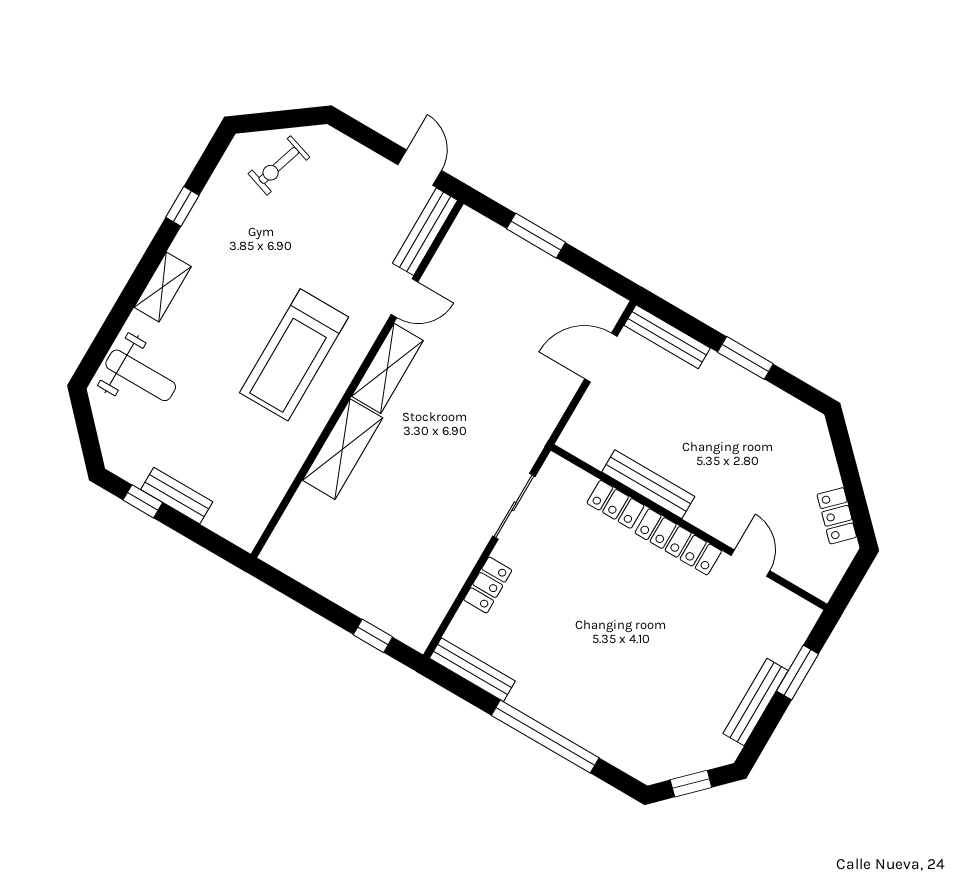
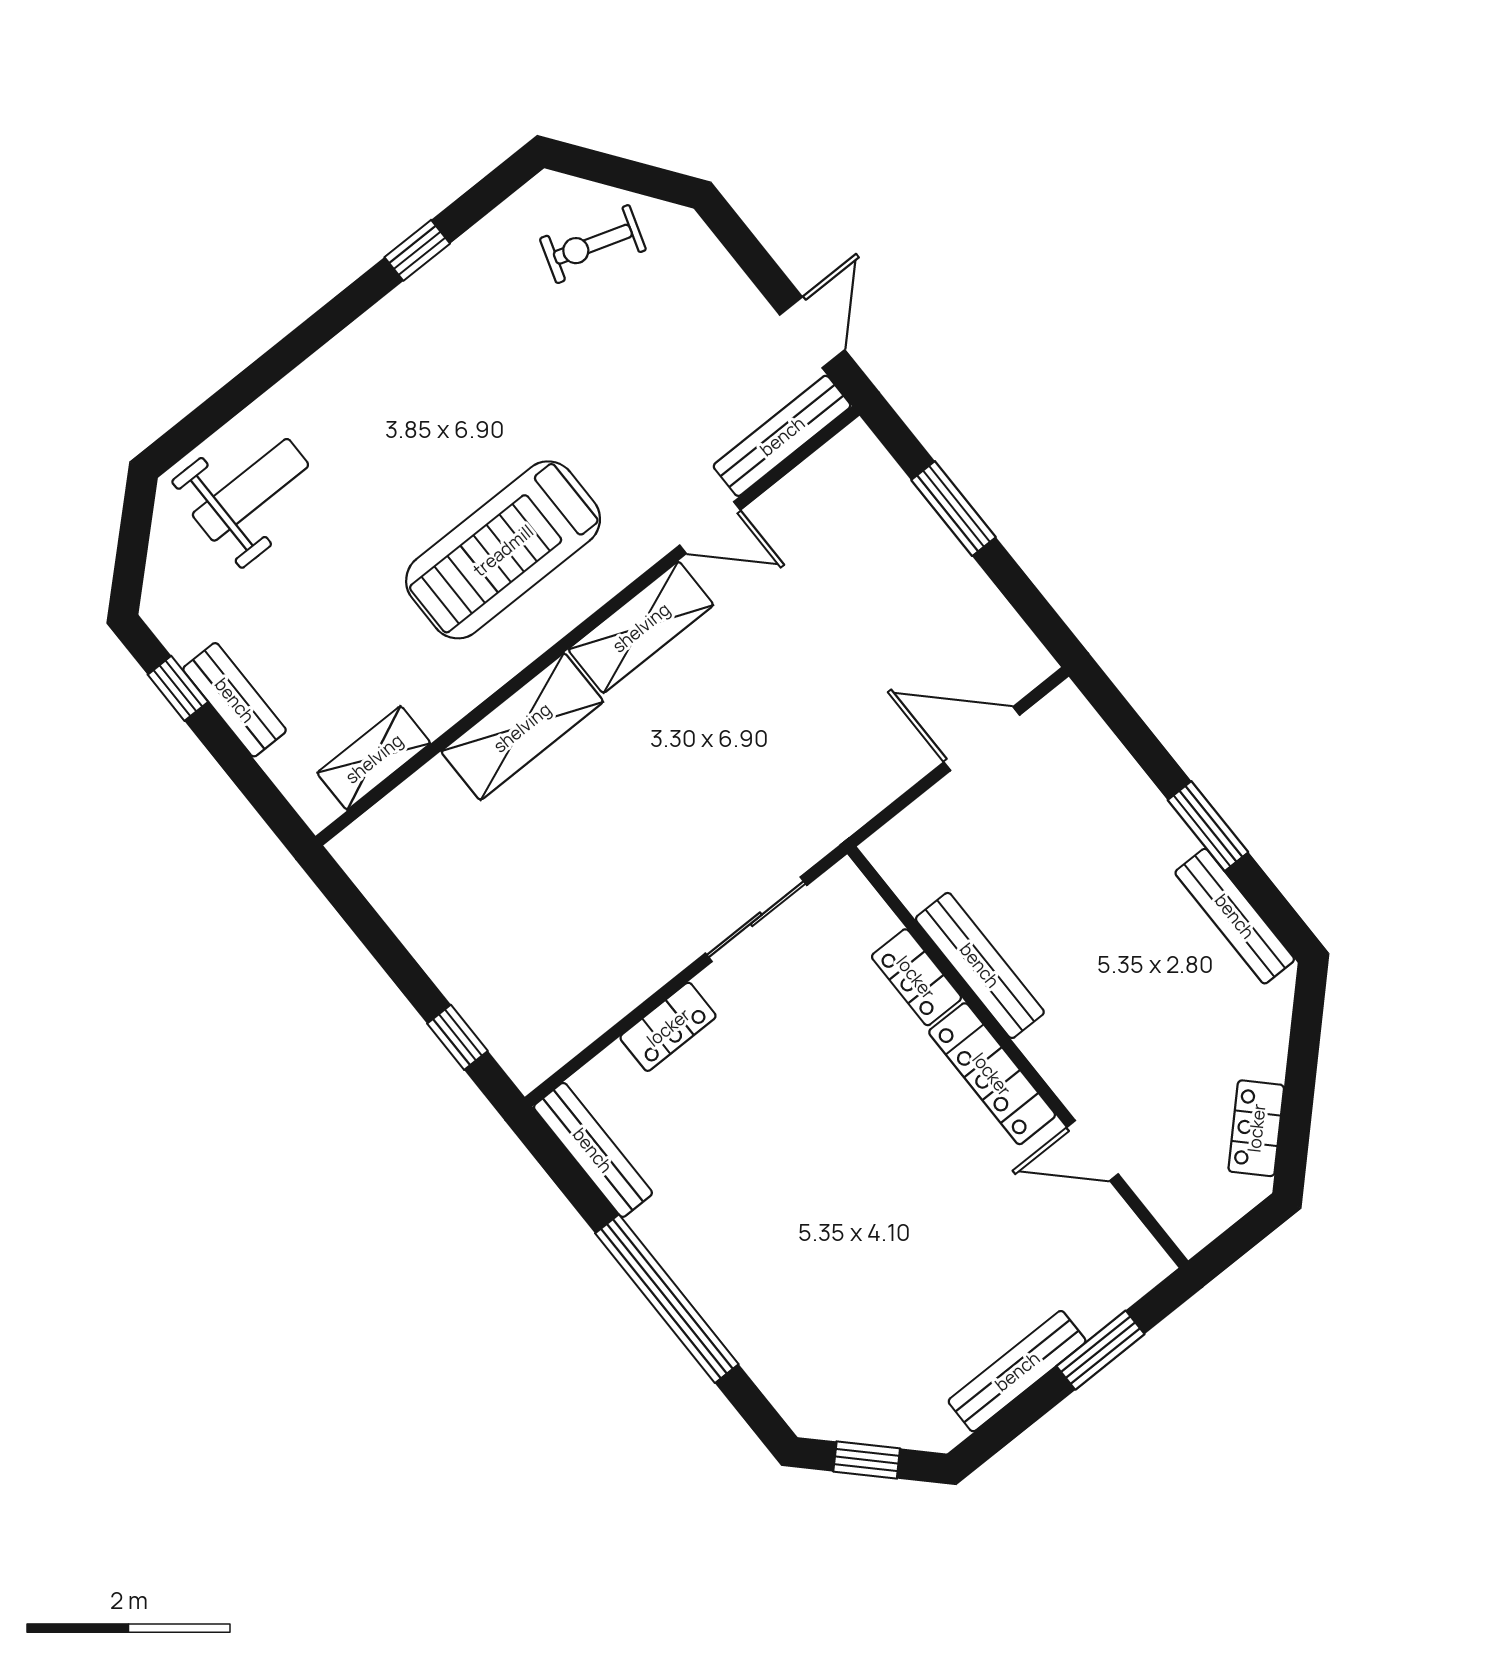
shelving: (163, 287) -> (374, 758), moved
bench: (667, 337) -> (1235, 916), moved
weight bench: (141, 375) -> (250, 490), turned -90
door: (750, 563) -> (1093, 1151), swing flipped

